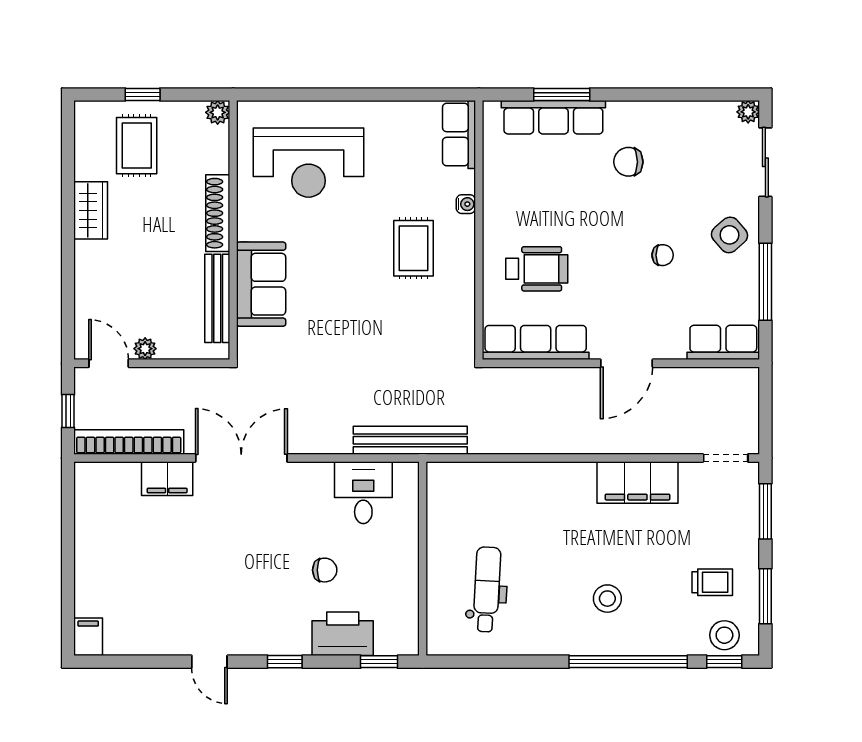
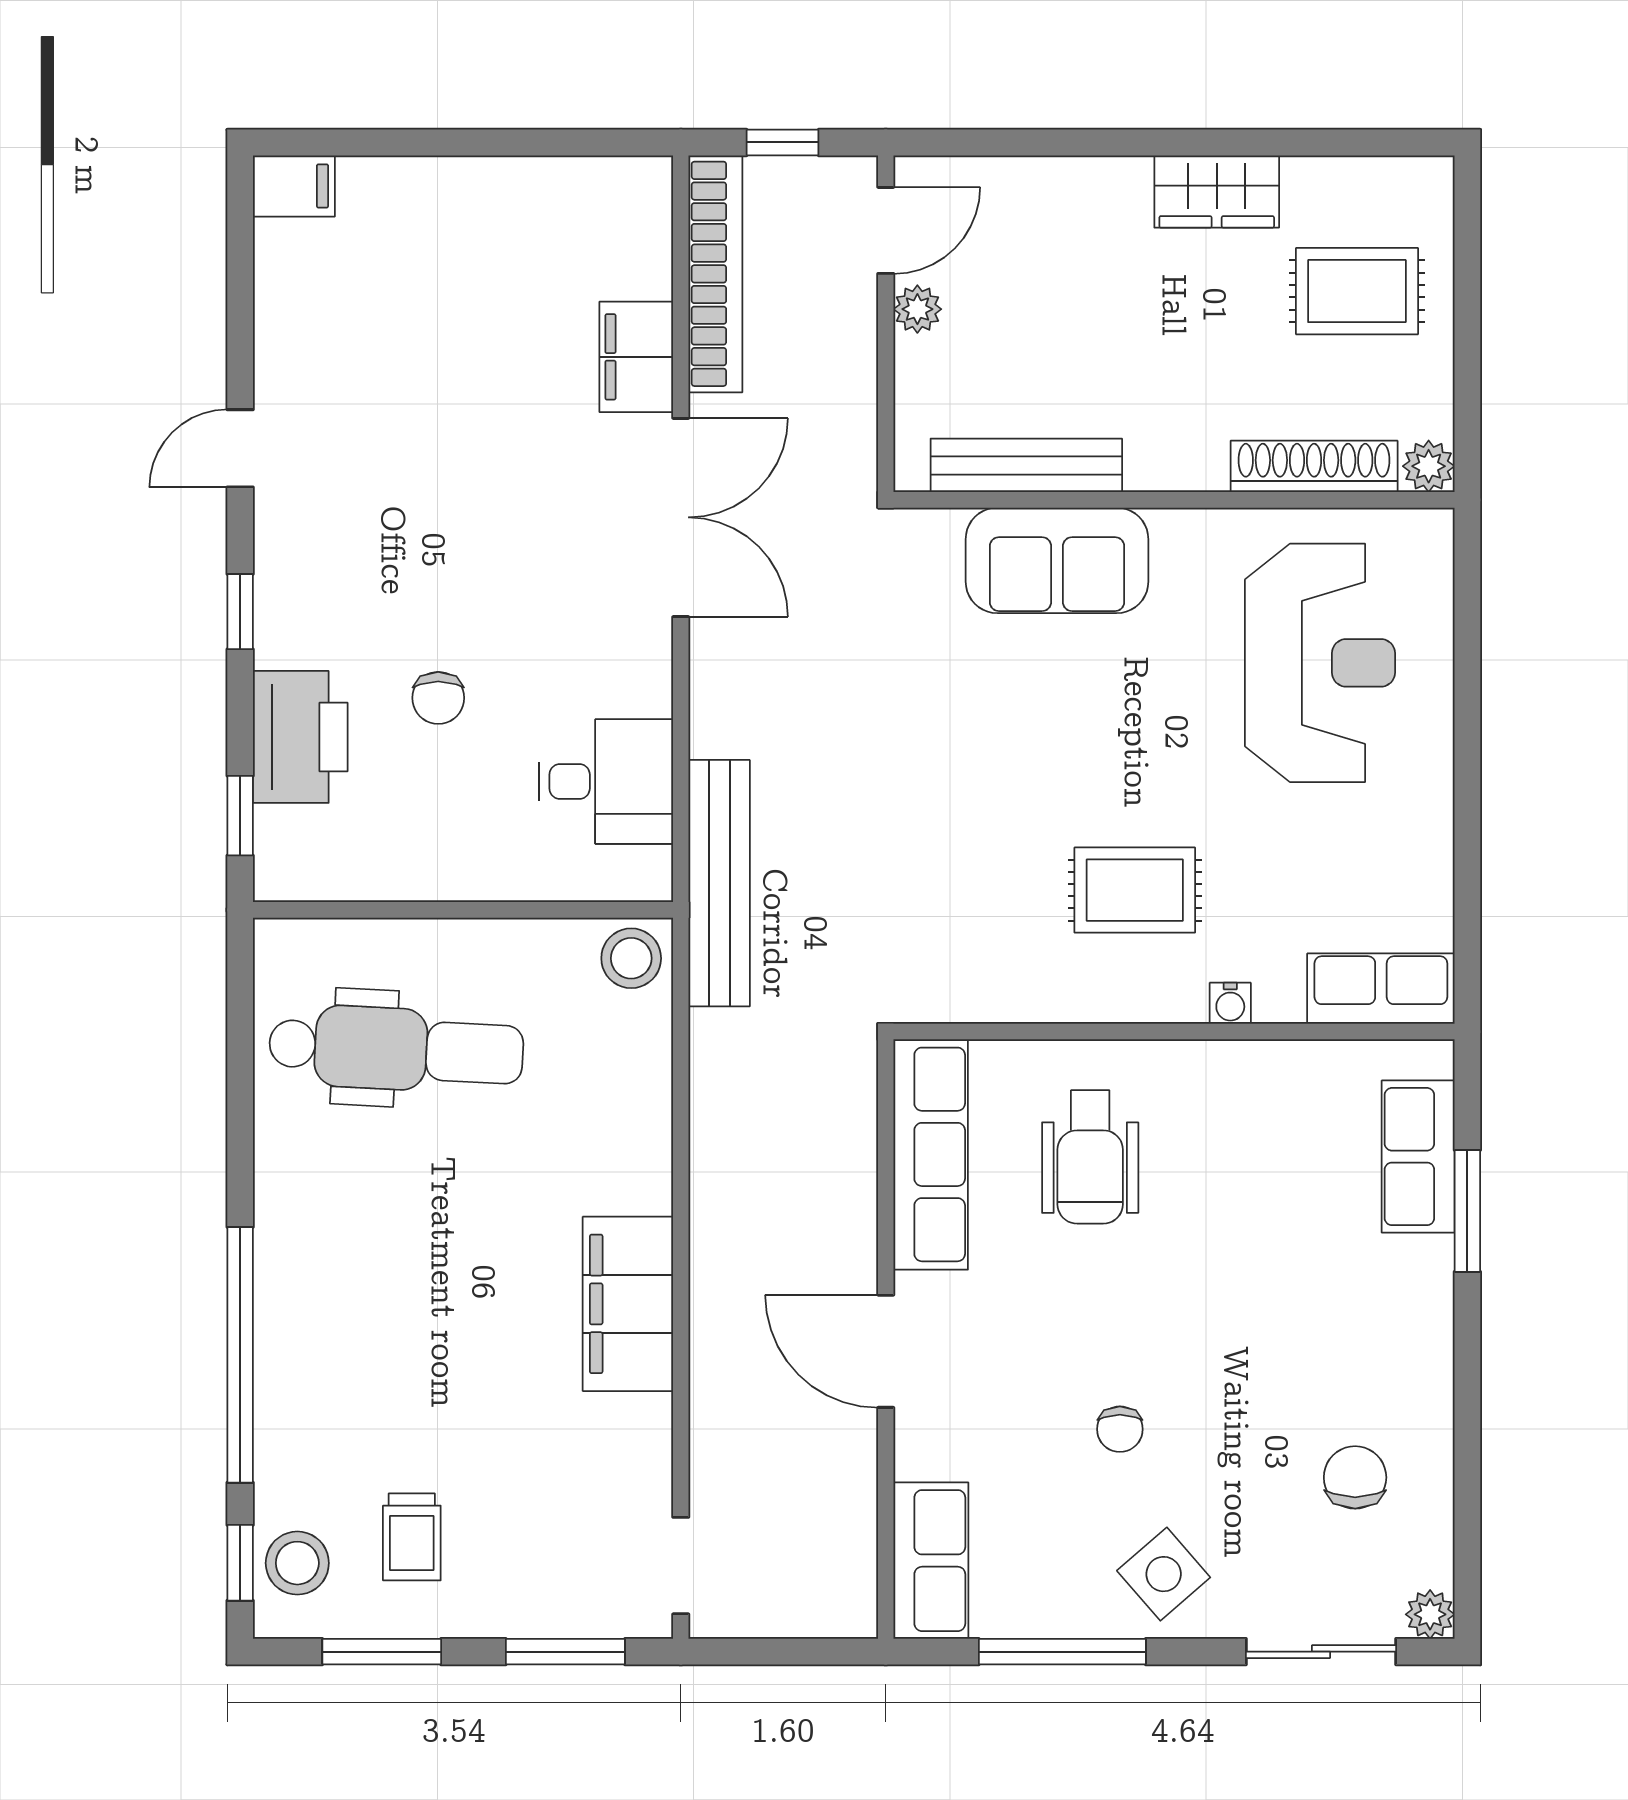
window: (143, 95) -> (1467, 304), removed
row of seats: (553, 117) -> (1418, 1157), width x0.68
chair: (628, 162) -> (1355, 1477), moved
reception desk: (308, 163) -> (1320, 663), turned 180
shoe rack: (218, 213) -> (1314, 466), moved
filing cabinet: (637, 482) -> (628, 1304), moved
dental chair: (487, 590) -> (396, 1049), width x1.36, depth x1.38
stool: (607, 599) -> (631, 958), moved

